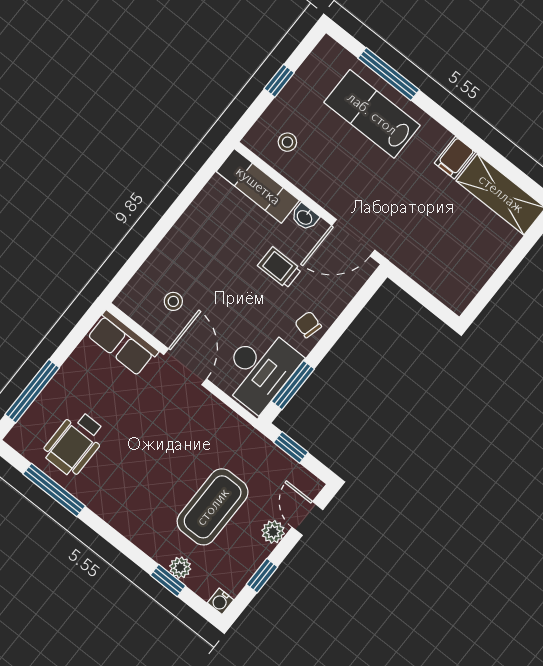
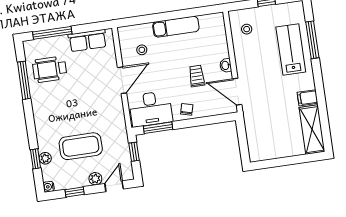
exam couch: (258, 186) -> (176, 27), moved, turned -90
row of seats: (123, 343) -> (87, 40), moved, turned -90

